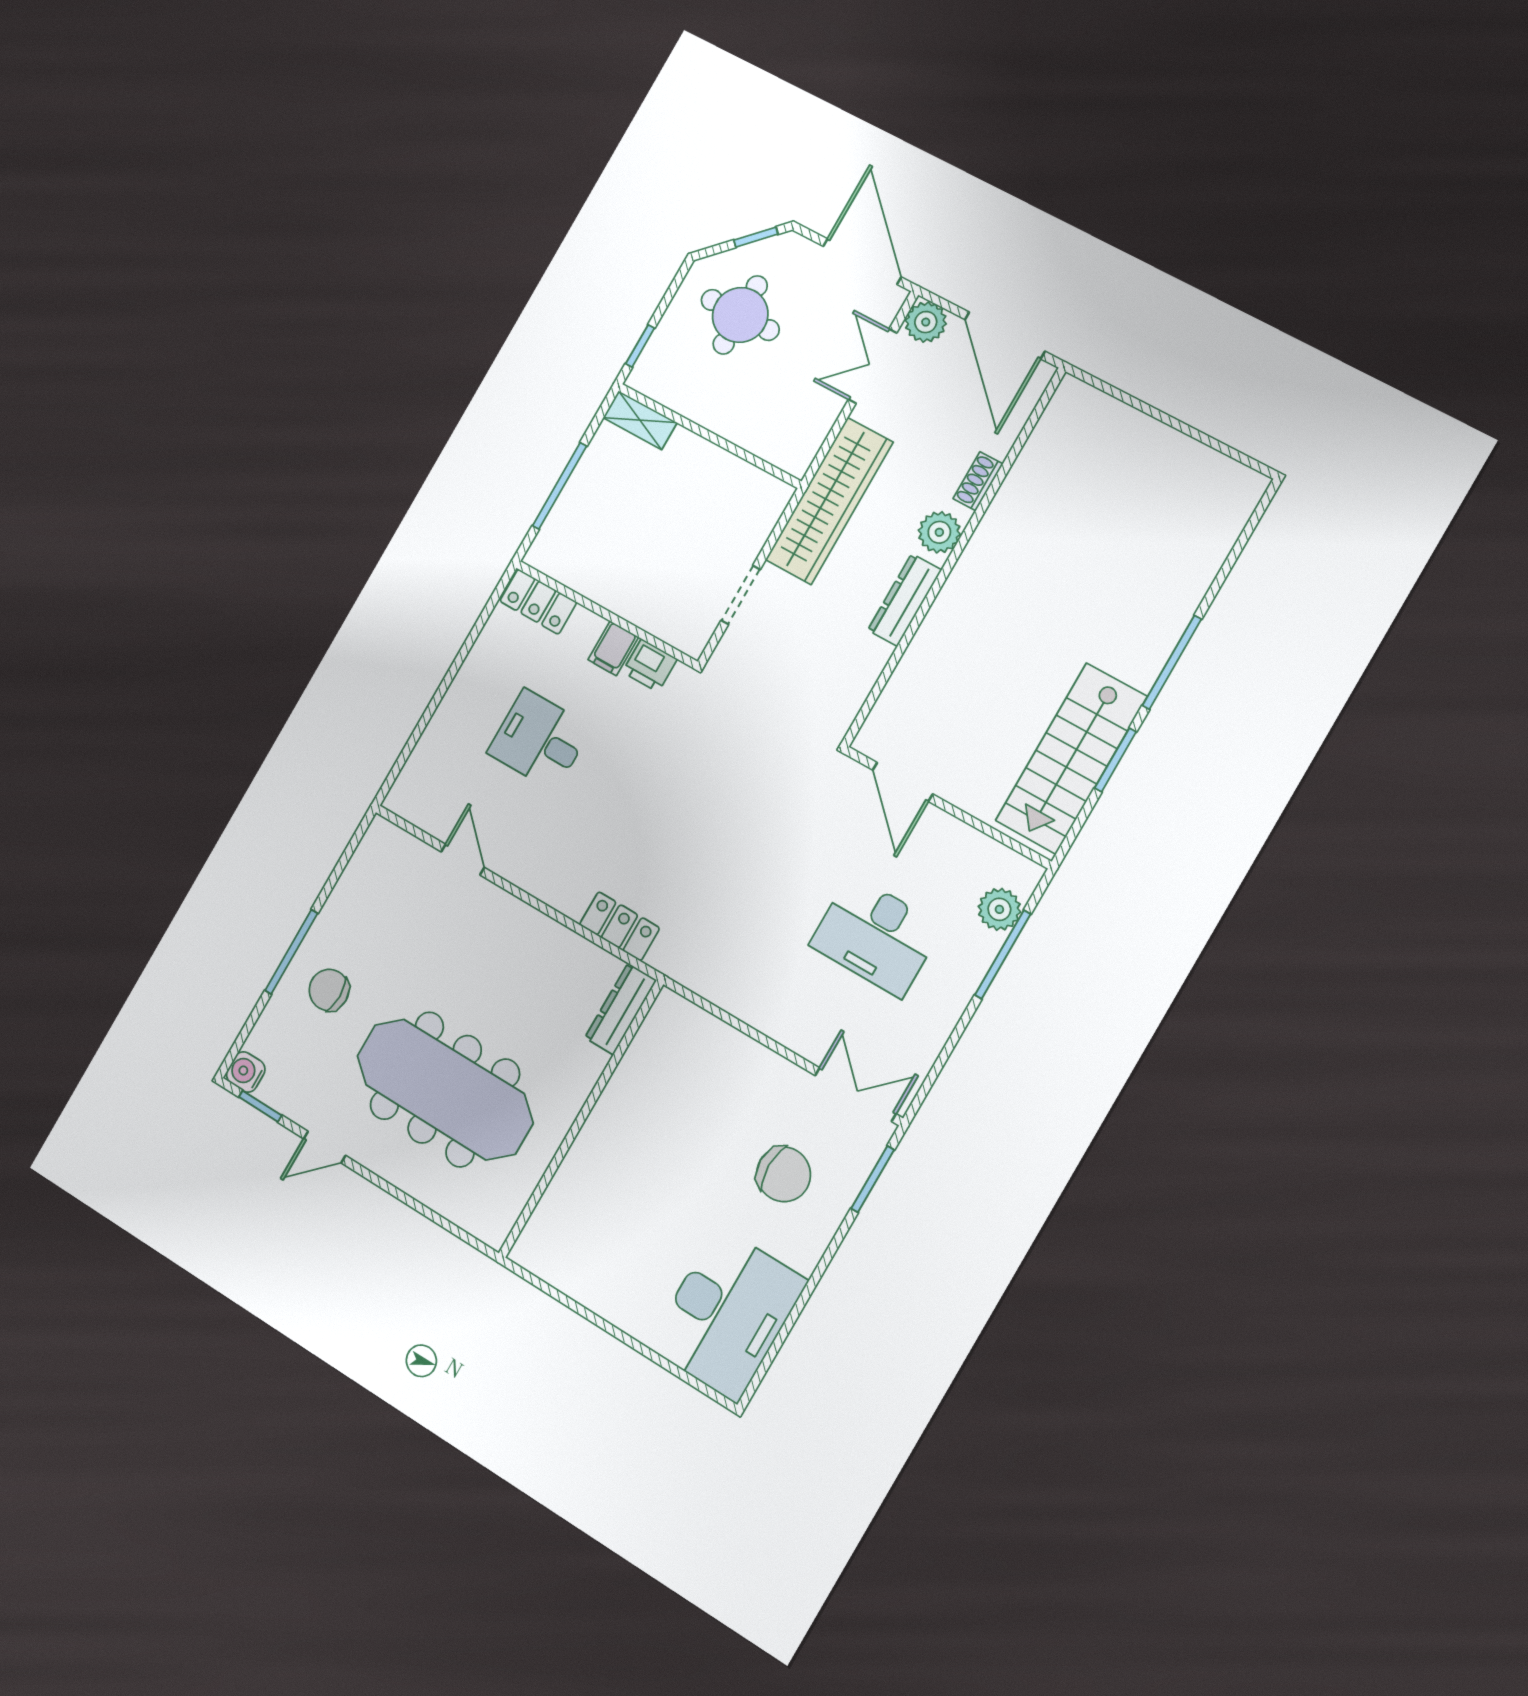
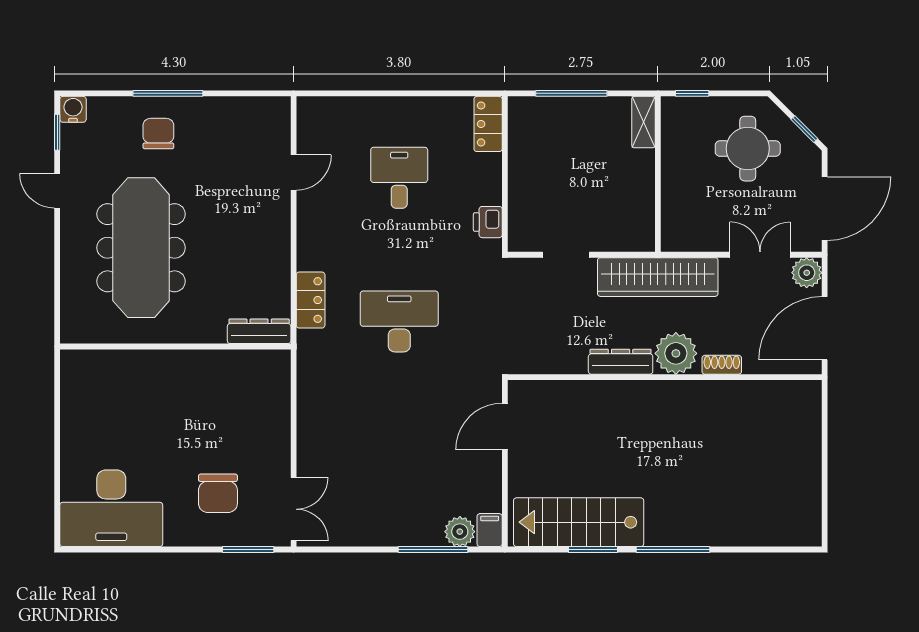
plant: (939, 532) -> (676, 353), width x1.36, depth x1.36
filing cabinet: (613, 648) -> (490, 530), moved, turned 90
desk: (876, 936) -> (399, 321), moved, turned 90

